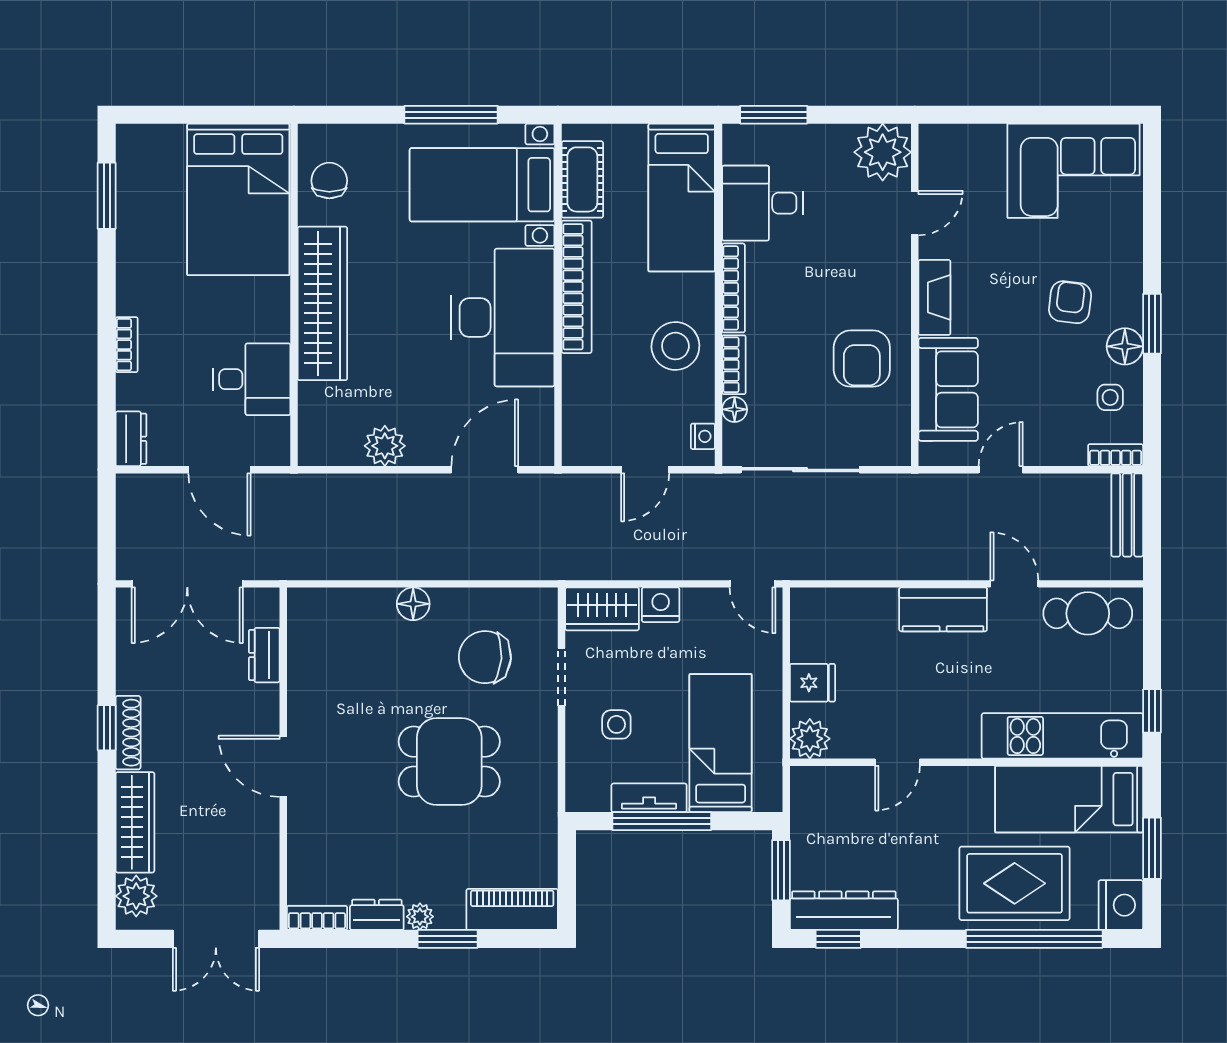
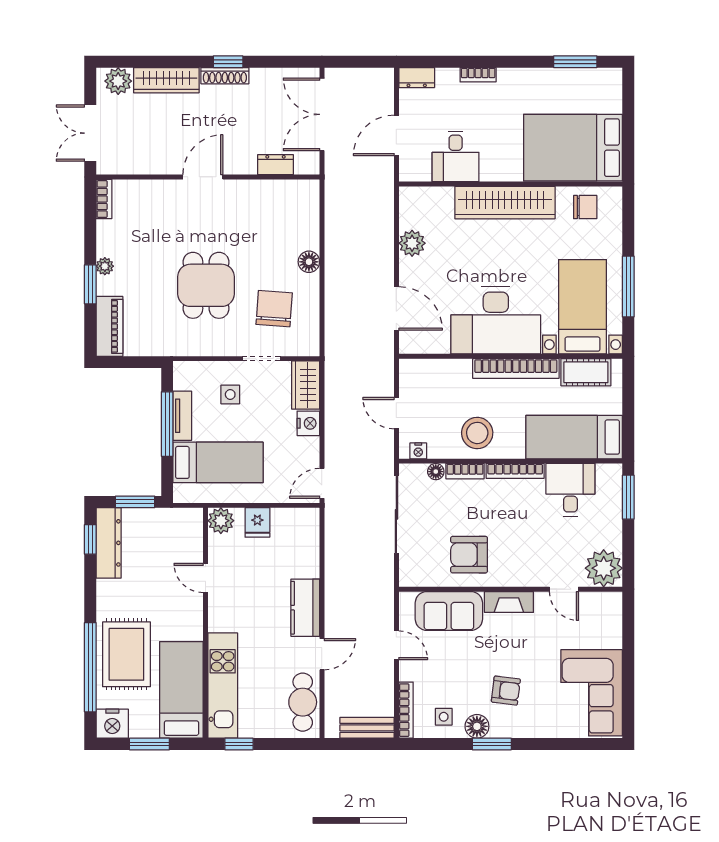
bookcase: (1116, 455) -> (406, 710), width x1.56
dresser: (377, 915) -> (106, 238), removed

